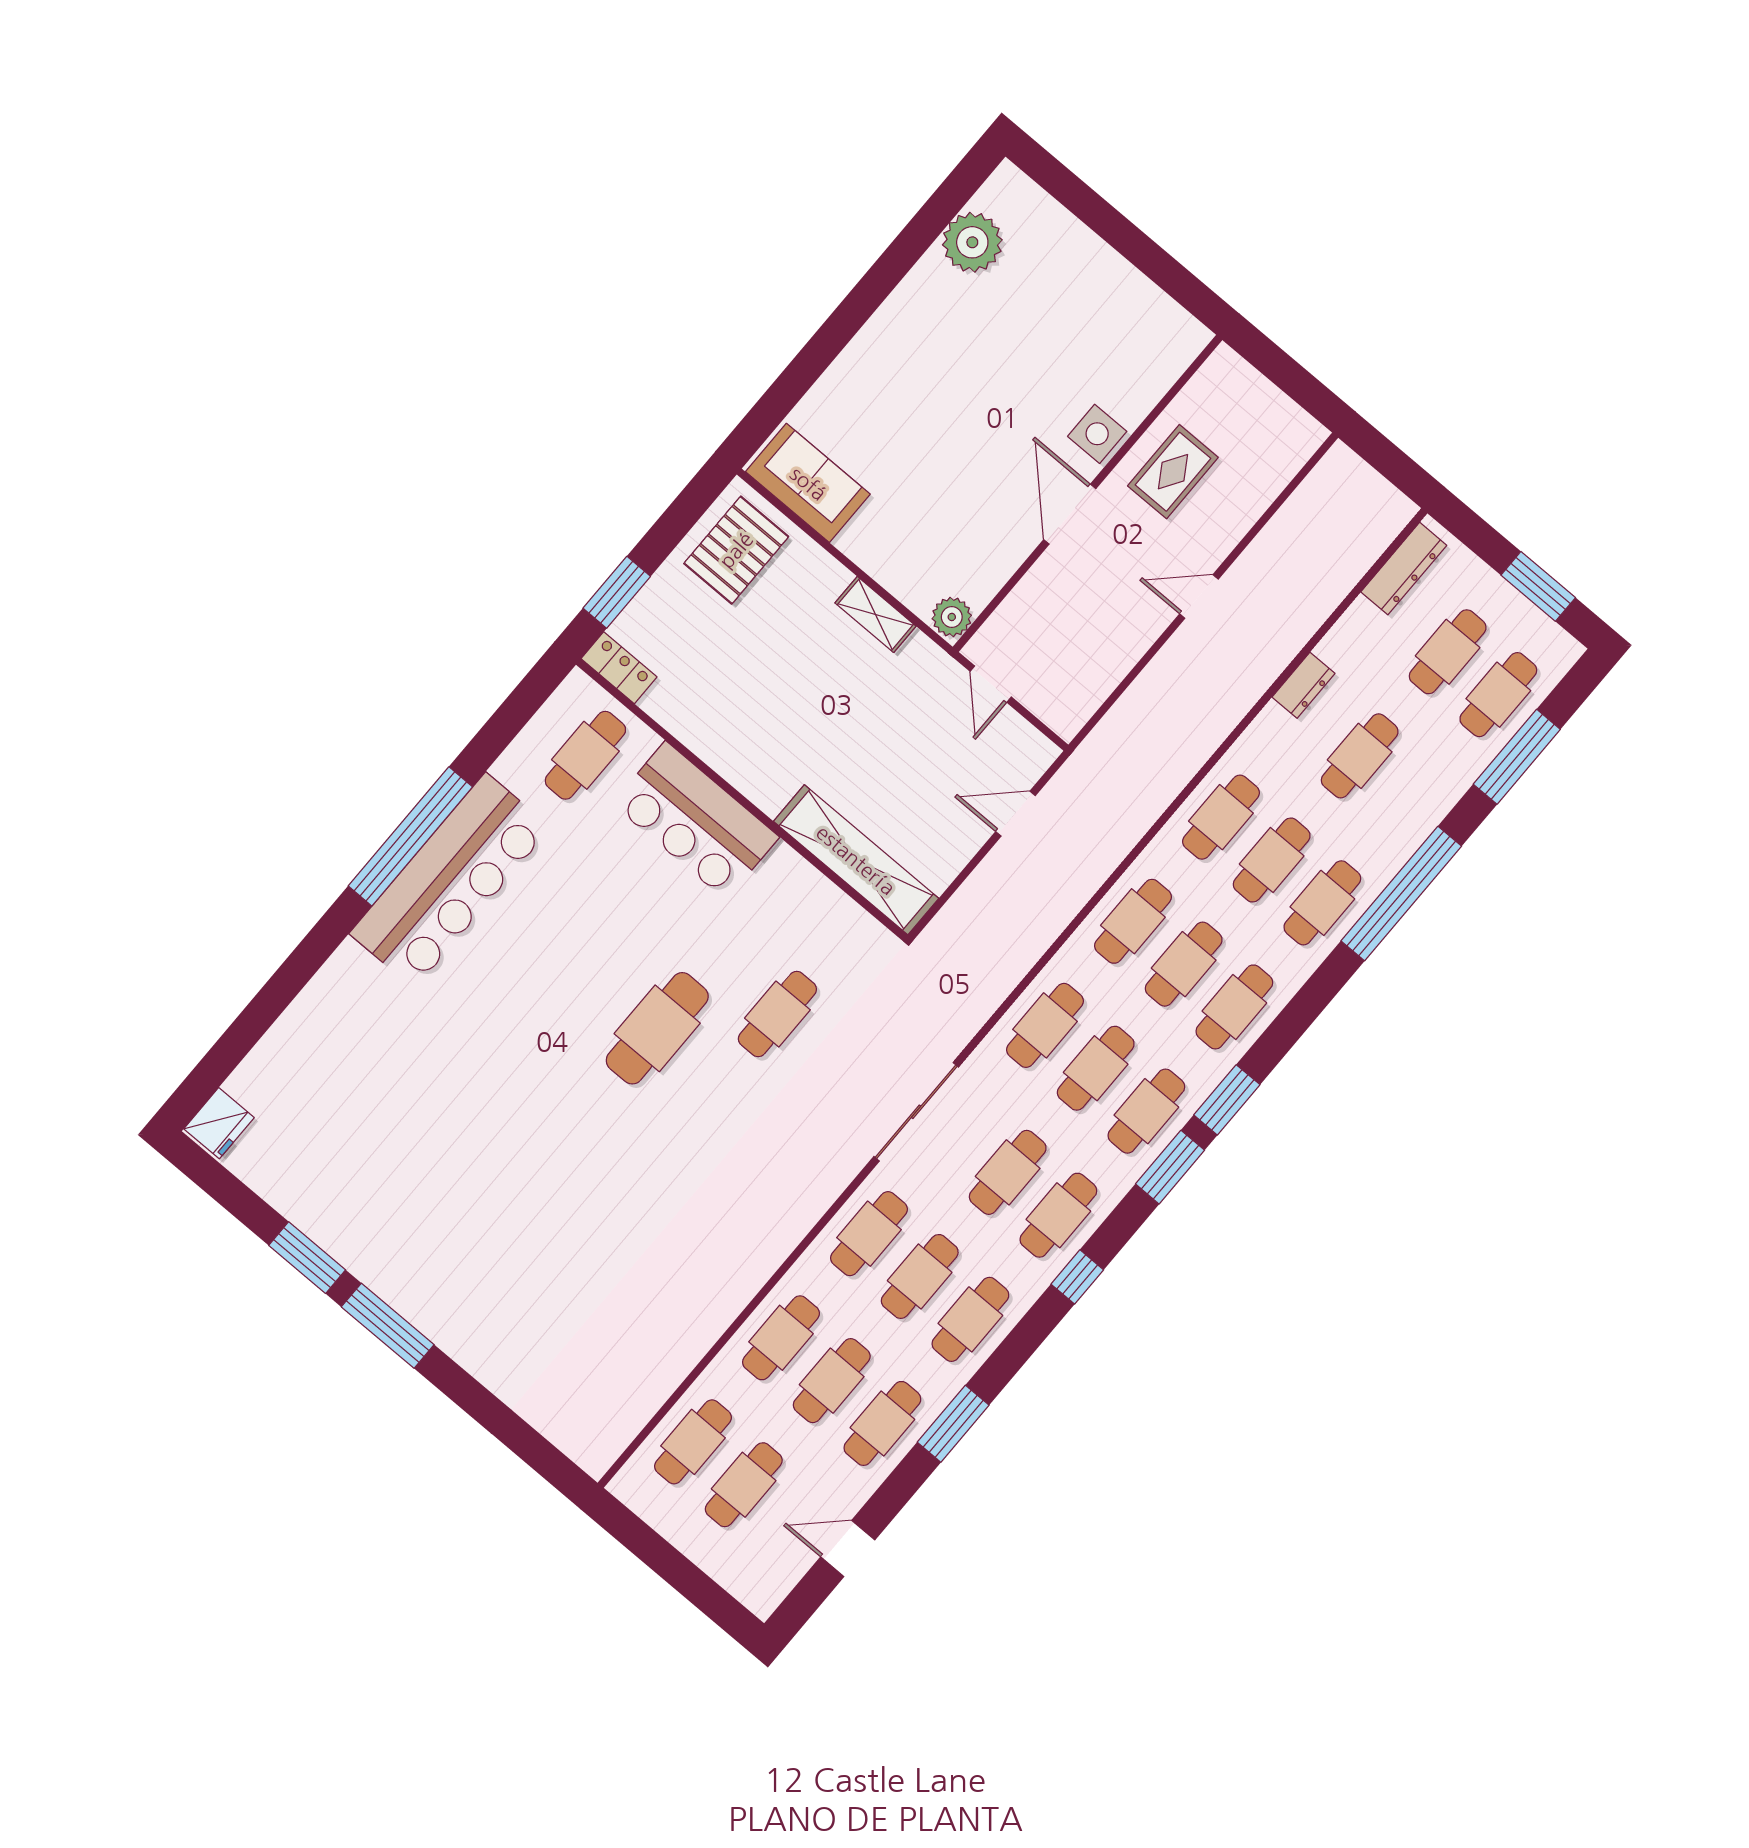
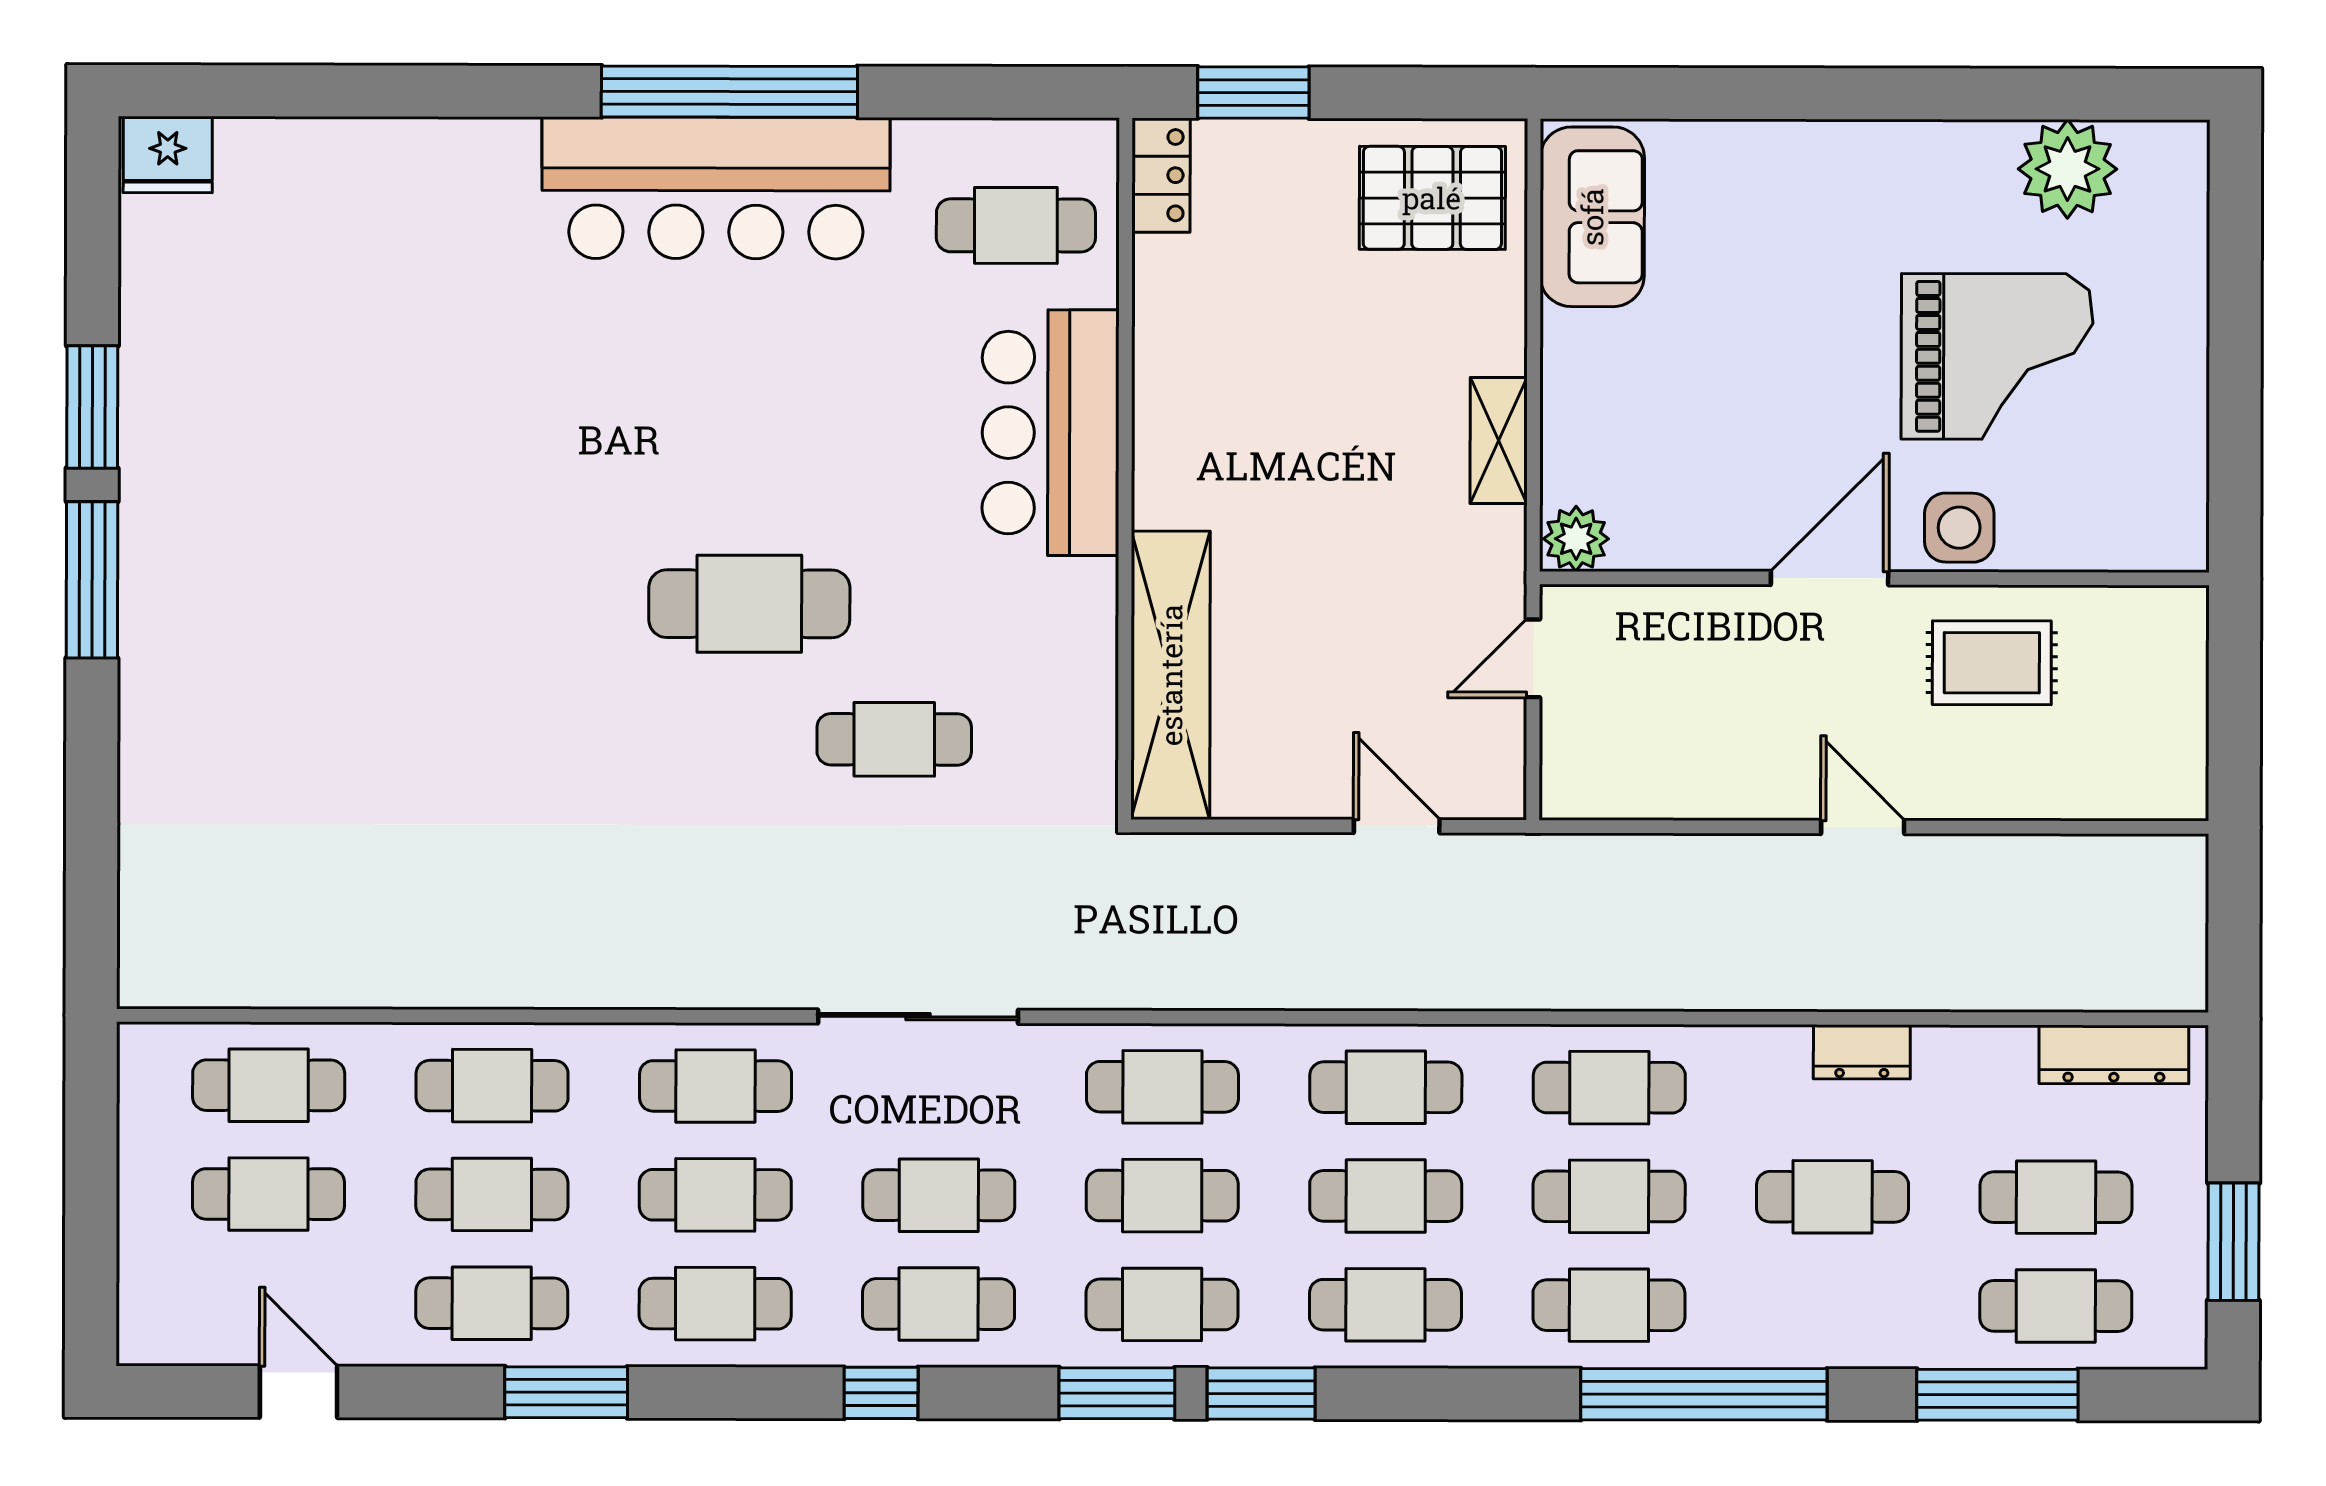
grand piano: (1032, 349) -> (1997, 356), added

